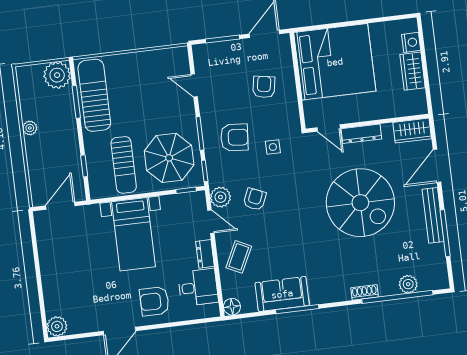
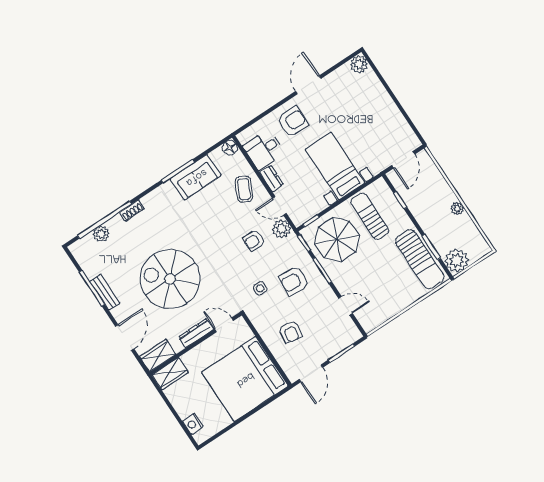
wardrobe: (413, 71) -> (170, 374), moved, turned 90
armchair: (255, 199) -> (254, 240), turned 67
bench: (433, 215) -> (105, 292), width x0.73

